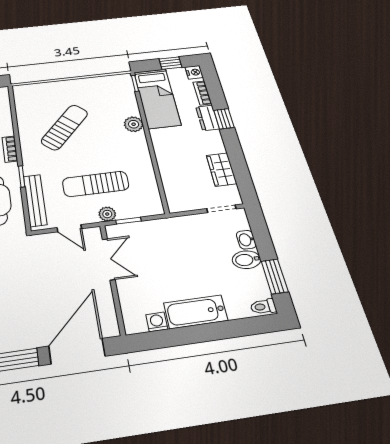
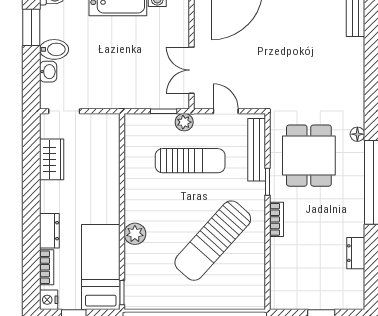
window: (224, 119) -> (31, 227), removed
sun lounger: (65, 127) -> (213, 241), width x1.36, depth x1.34

